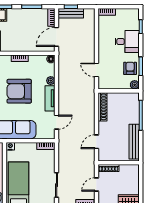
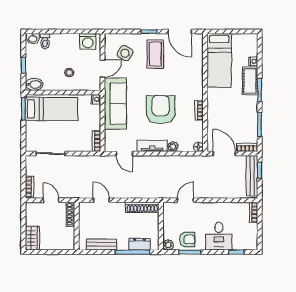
bench: (71, 13) -> (252, 176), width x1.36
dresser: (134, 109) -> (140, 244), added
bench: (134, 142) -> (101, 244), width x0.73

